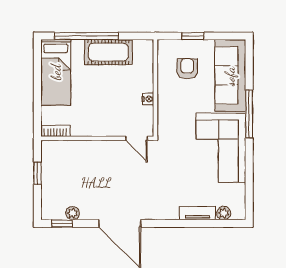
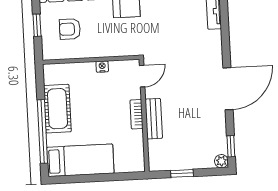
bookcase: (56, 131) -> (137, 114), moved
bench: (93, 148) -> (154, 119), added
plant: (73, 213) -> (221, 161), moved

